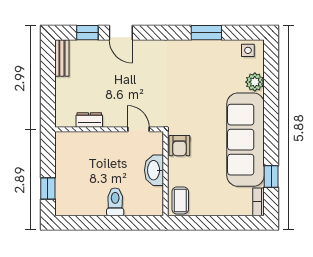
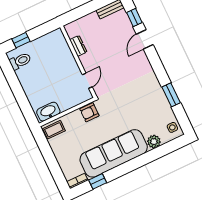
washbasin: (154, 170) -> (48, 112), moved
toilet: (115, 202) -> (20, 61), moved

